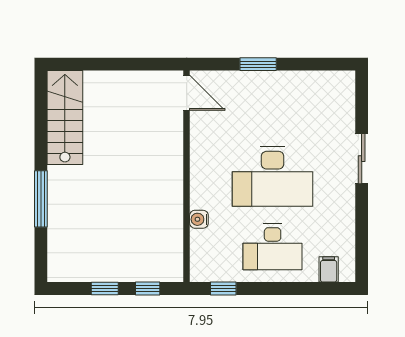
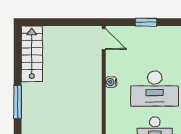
water cooler: (199, 219) -> (111, 82), moved

